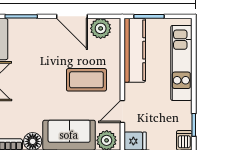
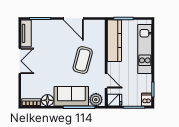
plant: (101, 28) -> (92, 26), removed
coffee table: (86, 80) -> (83, 60), turned -75
door: (122, 112) -> (106, 81), swing flipped

